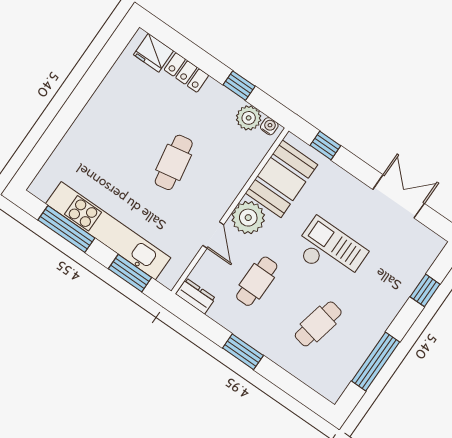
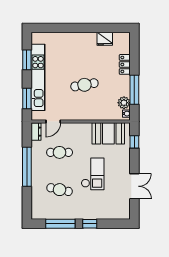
fridge: (153, 53) -> (105, 39), moved, turned -90
window: (239, 86) -> (134, 90), width x2.17
plant: (248, 218) -> (83, 131), removed
window: (66, 229) -> (27, 60), width x0.69
door: (213, 235) -> (53, 122), moved
window: (425, 290) -> (90, 224), moved
window: (243, 352) -> (27, 167), width x2.11

